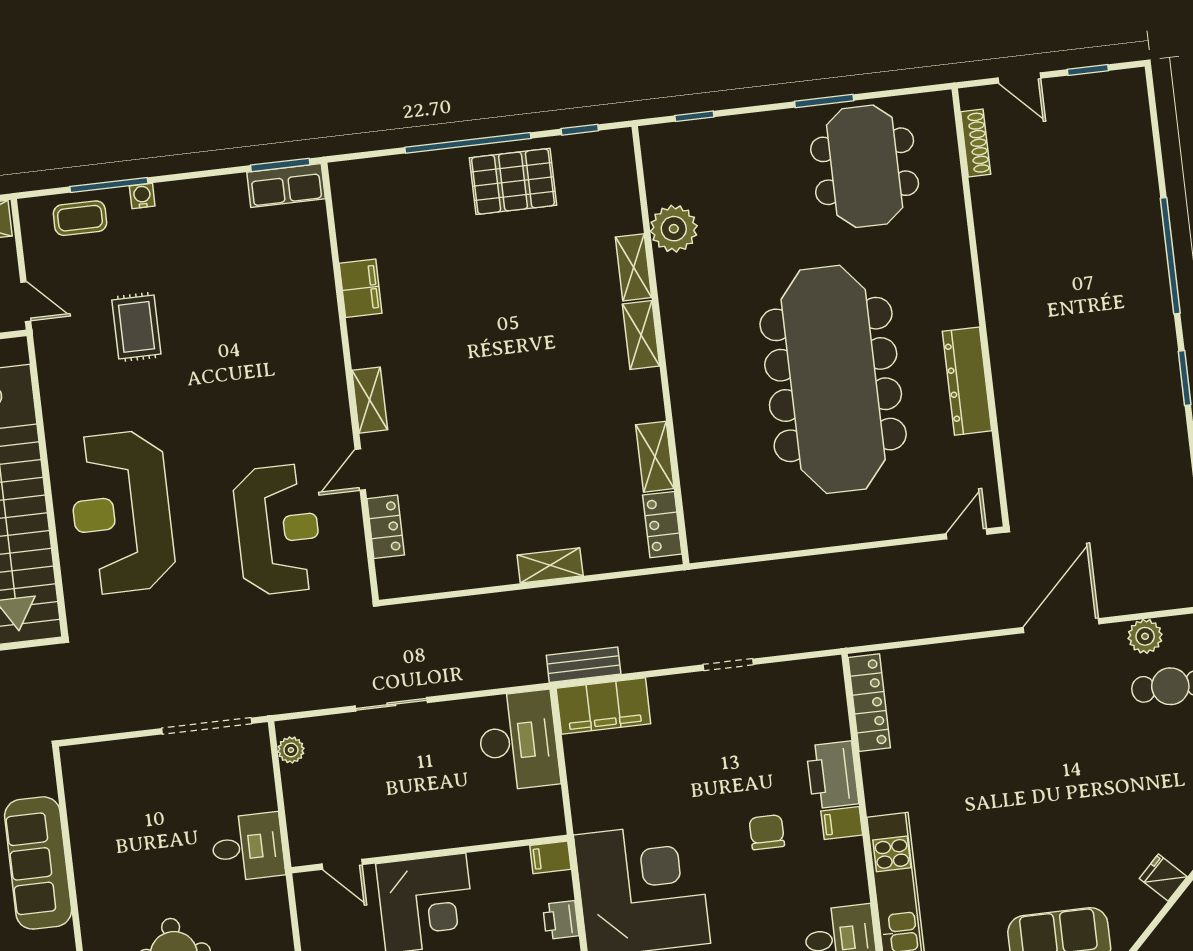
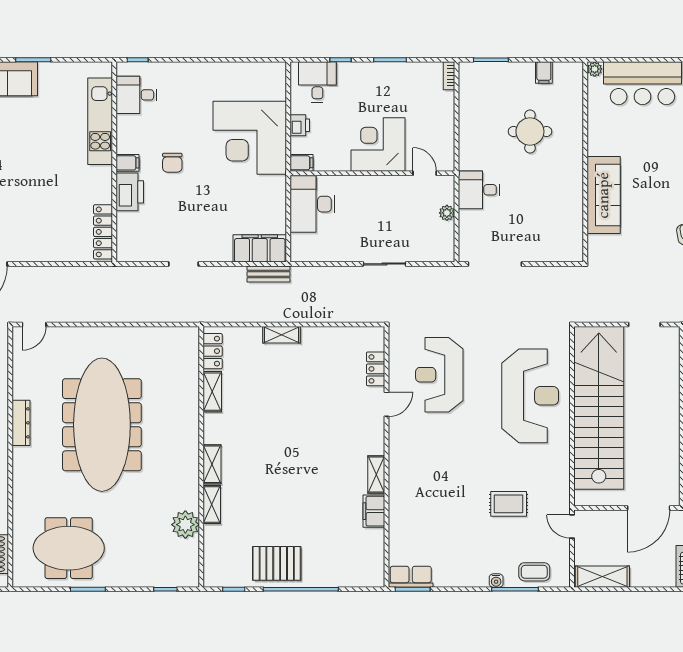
meeting table: (865, 166) -> (69, 548), turned 90
rug: (136, 327) -> (509, 504), turned 90
dresser: (967, 381) -> (21, 423), width x0.73, depth x0.80
shelving: (370, 400) -> (376, 475), moved
desk: (518, 741) -> (312, 204), moved
plant: (291, 750) -> (447, 213), moved

